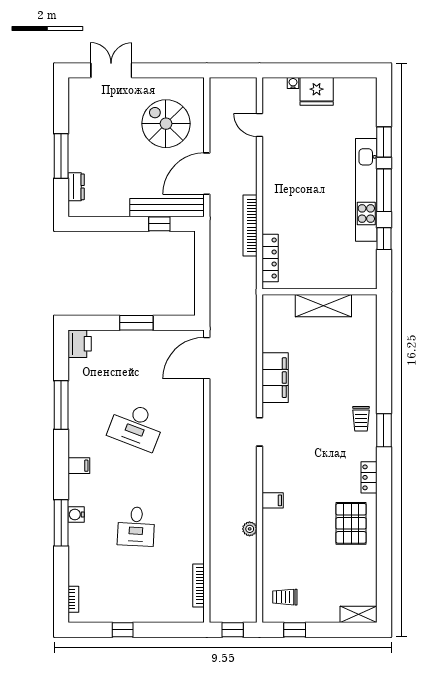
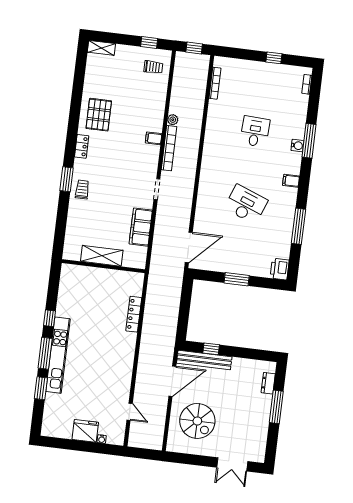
bookcase: (250, 226) -> (169, 148), moved
wall: (320, 292) -> (103, 266), moved
shelving: (323, 306) -> (102, 256), moved

